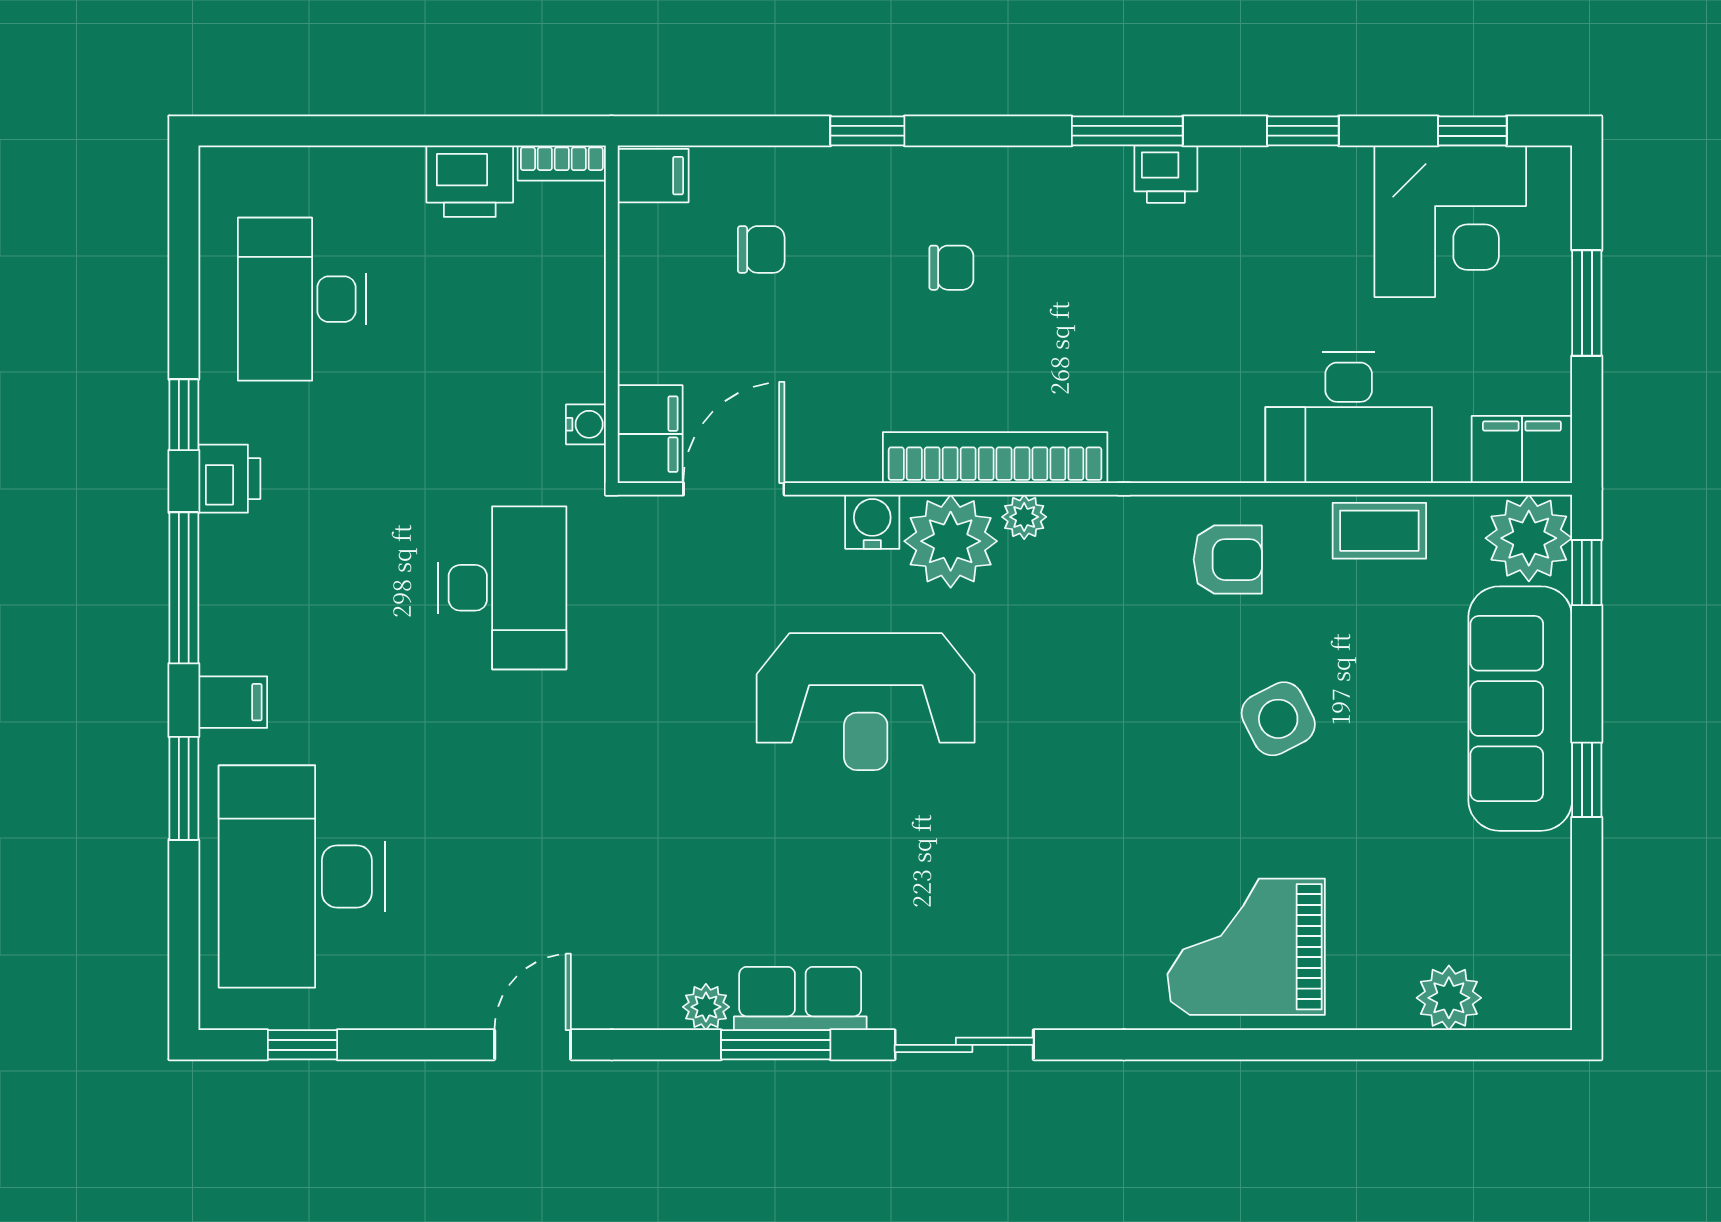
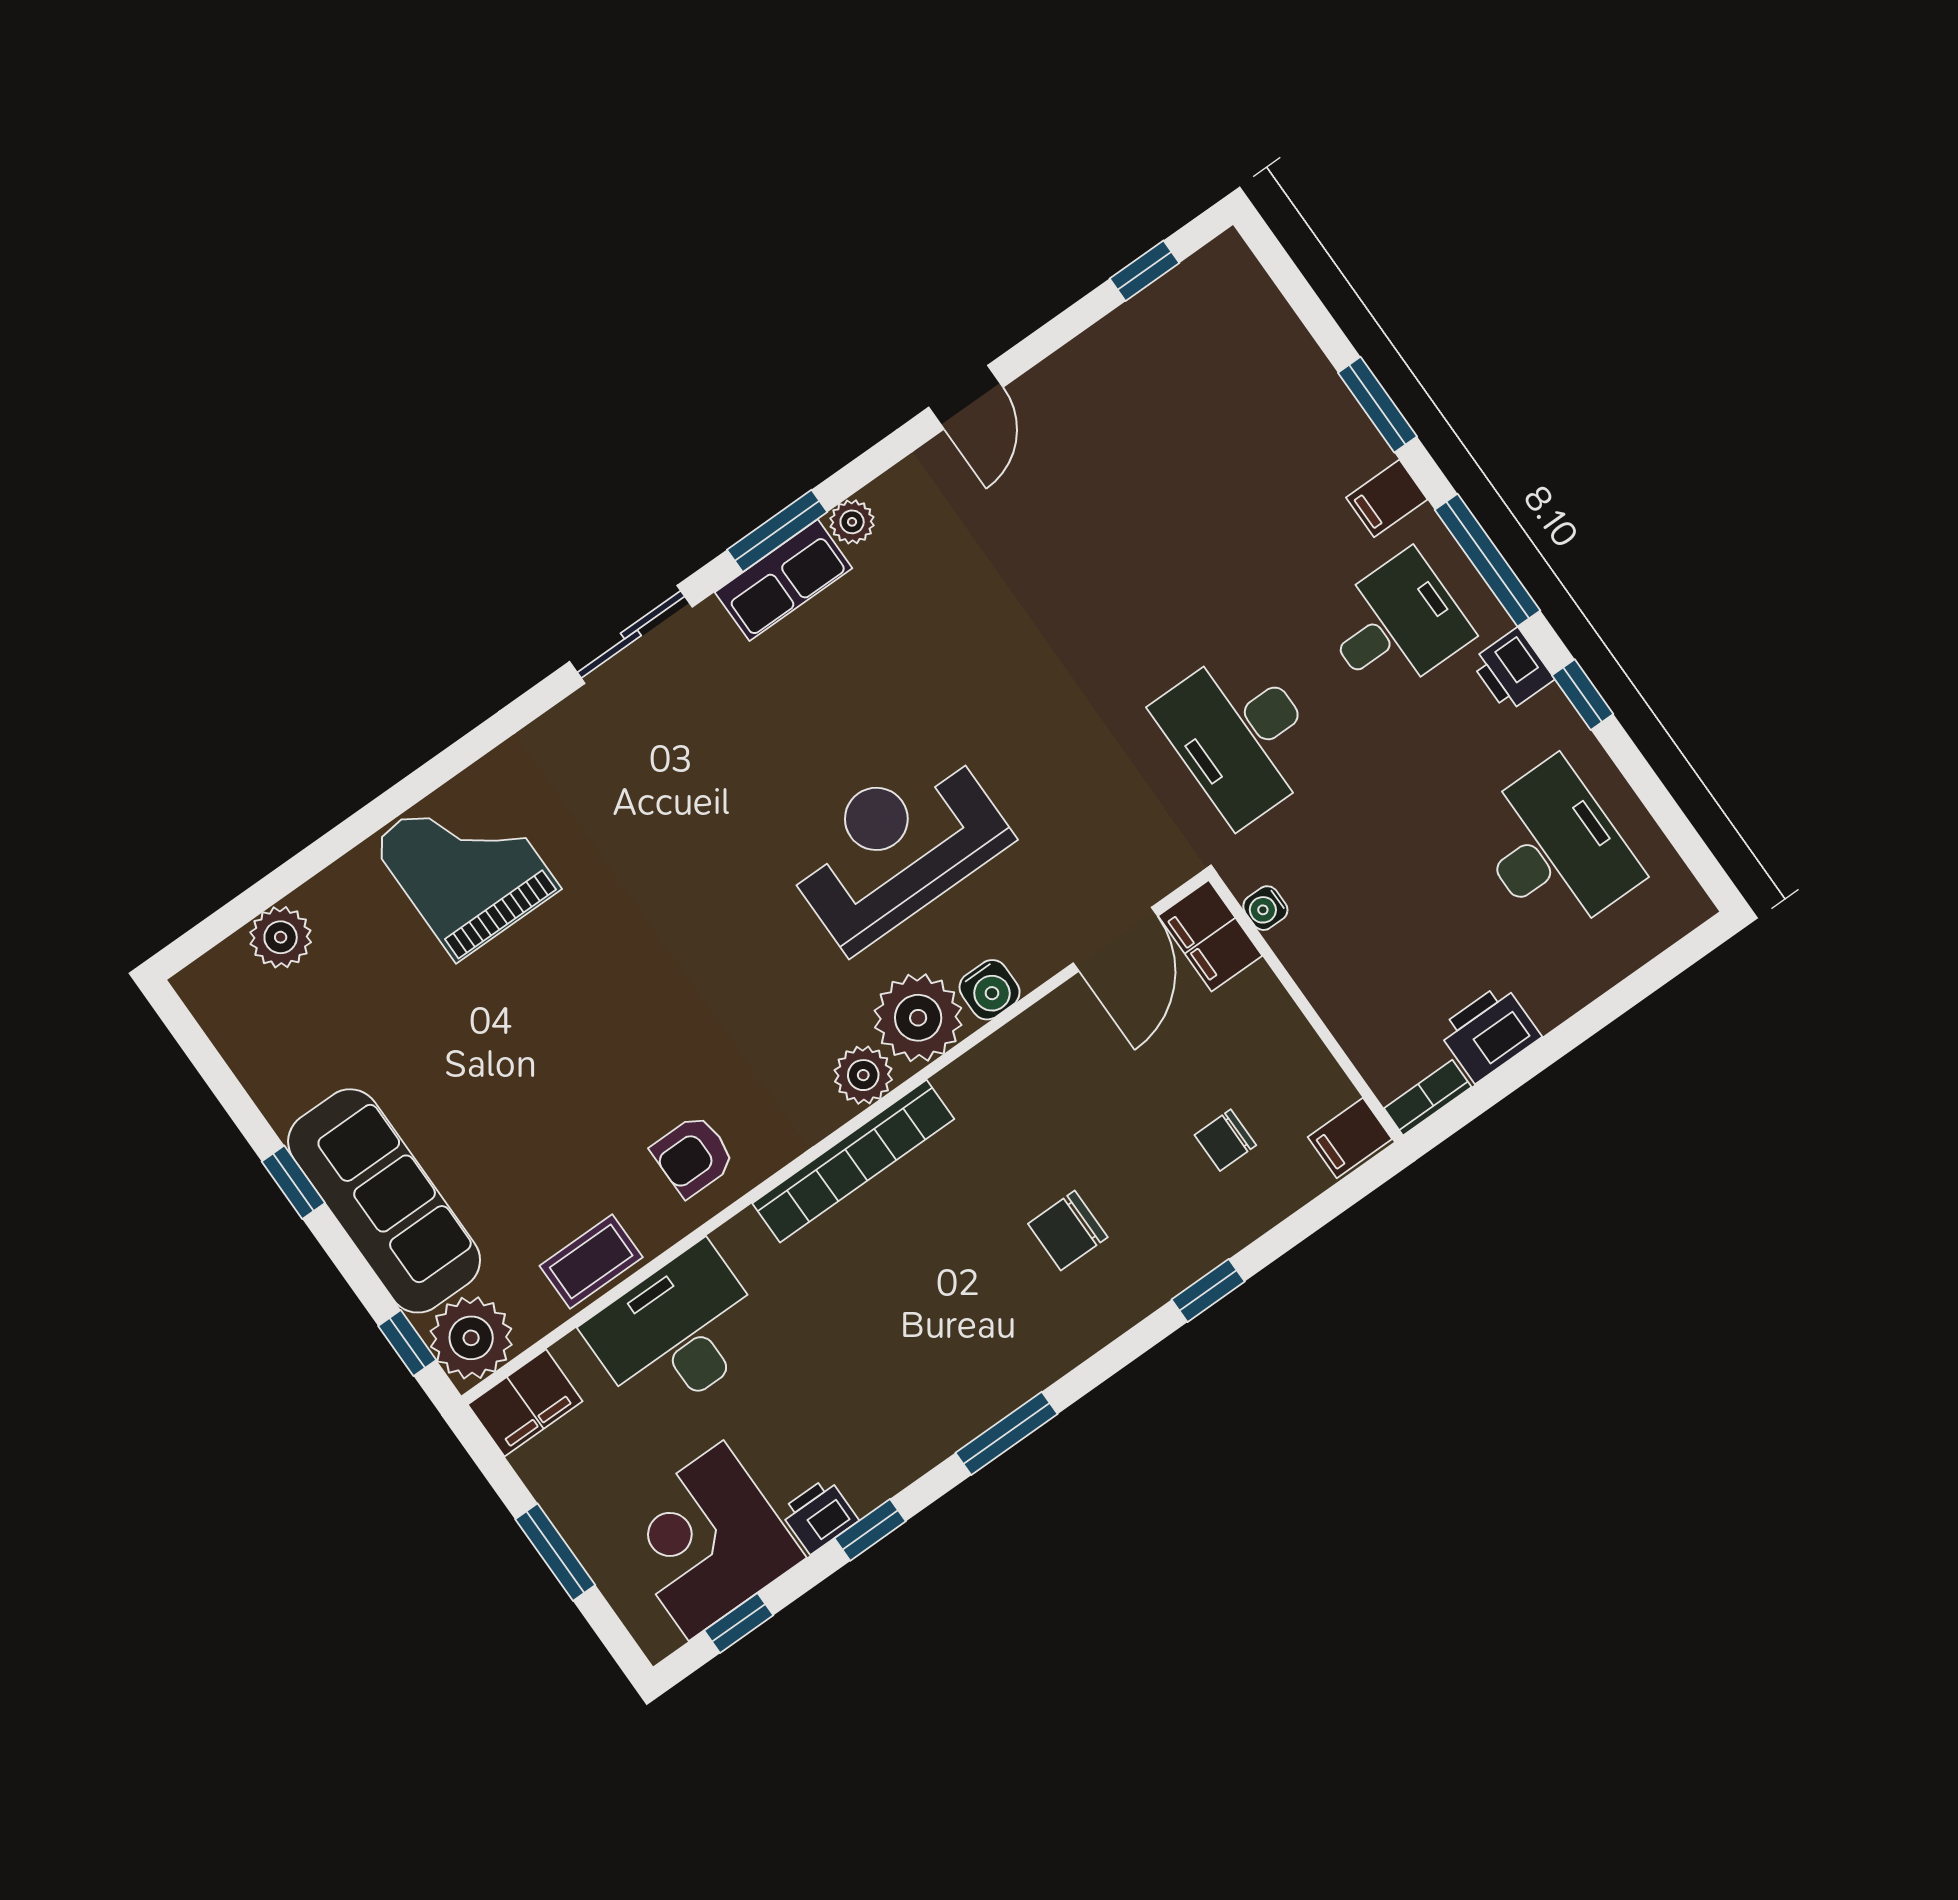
printer: (1166, 174) -> (819, 1516), moved
chair: (951, 268) -> (1068, 1230), width x1.37, depth x1.37
bookcase: (995, 458) -> (853, 1161), moved
plant: (1024, 517) -> (863, 1075), width x1.38, depth x1.38
side table: (1278, 719) -> (566, 1060), removed
desk: (302, 876) -> (1396, 625), moved, width x0.53, depth x0.77
grand piano: (1246, 947) -> (466, 865), turned -90

